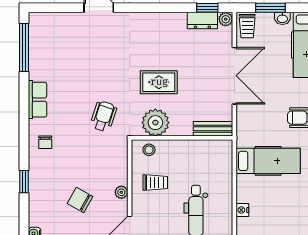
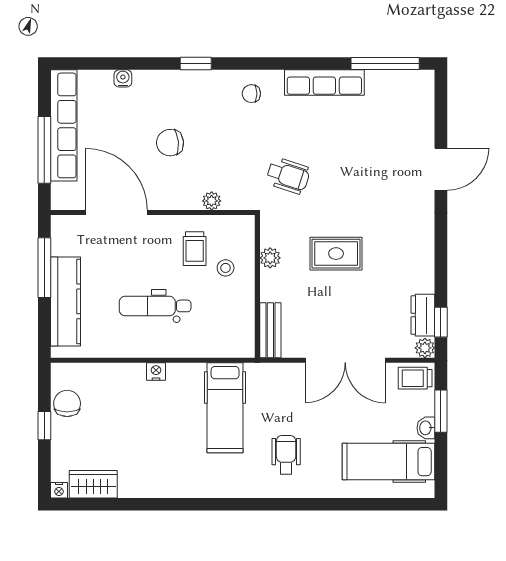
rug: (159, 82) -> (336, 254), turned 90
row of seats: (37, 100) -> (324, 83), width x1.48
plant: (155, 123) -> (270, 258), width x0.53, depth x0.53
stool: (149, 150) -> (226, 268), moved
plant: (121, 192) -> (212, 201), moved
chair: (80, 200) -> (170, 143), turned -124

